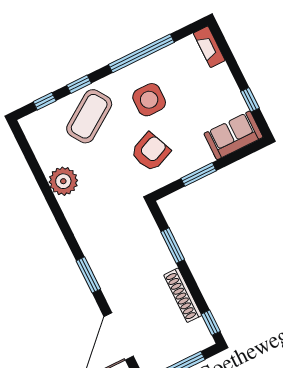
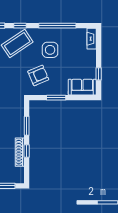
window: (211, 323) -> (27, 151), moved

